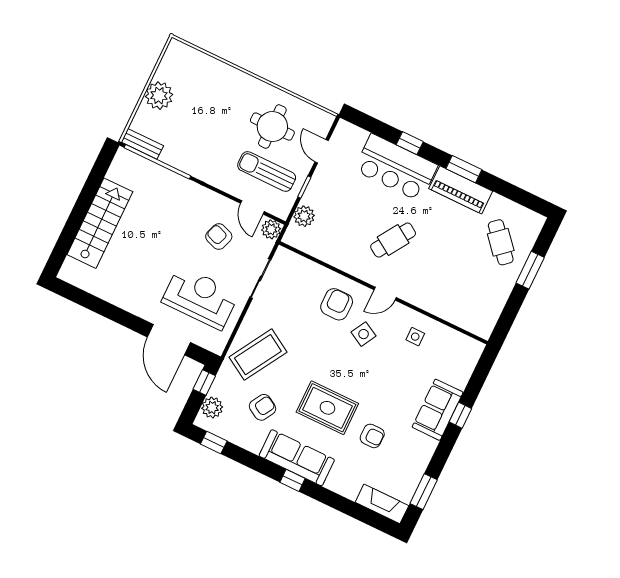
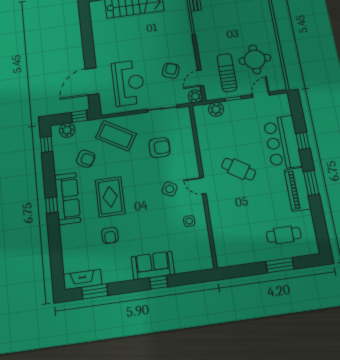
cafe table: (501, 242) -> (284, 235), turned 41
armchair: (337, 304) -> (160, 148), moved
fireplace: (382, 504) -> (82, 279), moved, turned -90

